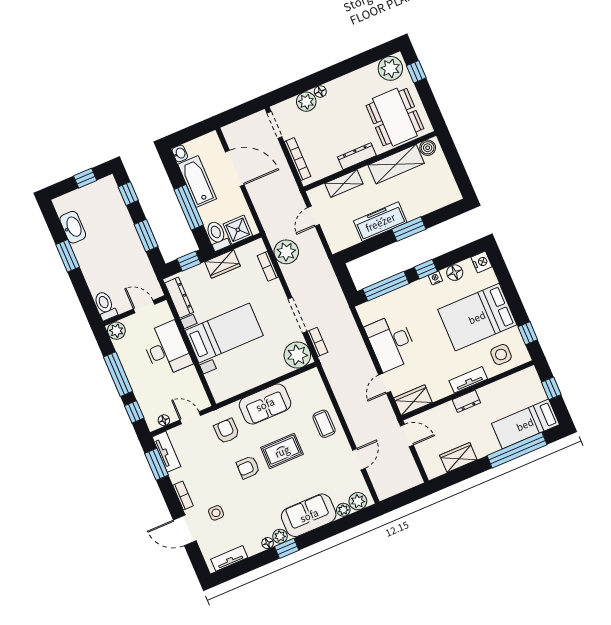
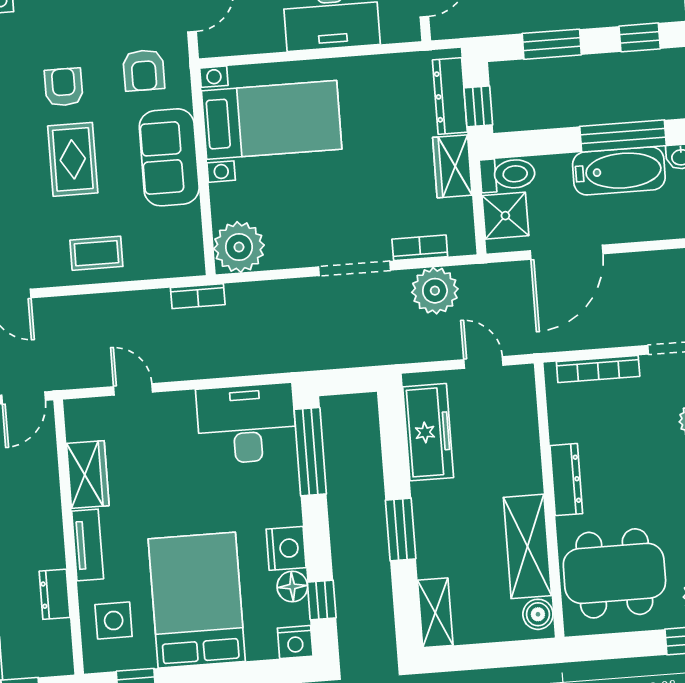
door: (235, 168) -> (567, 252), moved
shelving: (344, 184) -> (435, 613), moved
window: (189, 207) -> (623, 136), moved
freezer: (380, 222) -> (428, 432), moved
window: (426, 269) -> (322, 600), moved
nightstand: (435, 278) -> (286, 548), width x1.89, depth x1.79
dresser: (179, 298) -> (450, 96), moved, turned 90
doorway: (297, 315) -> (355, 269), moved
bed with nightstands: (224, 333) -> (272, 120), moved, turned -90
bookcase: (317, 342) -> (198, 296), moved
desk: (391, 342) -> (247, 424), moved
wardrobe: (413, 400) -> (88, 475), moved
dresser: (466, 401) -> (55, 594), moved
armchair: (227, 431) -> (144, 70), turned 90

